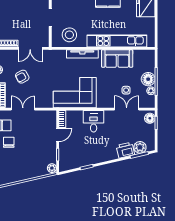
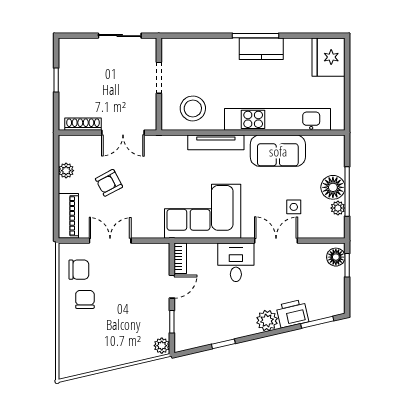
double door: (127, 109) -> (276, 241), moved
plant: (140, 147) -> (267, 321), moved

